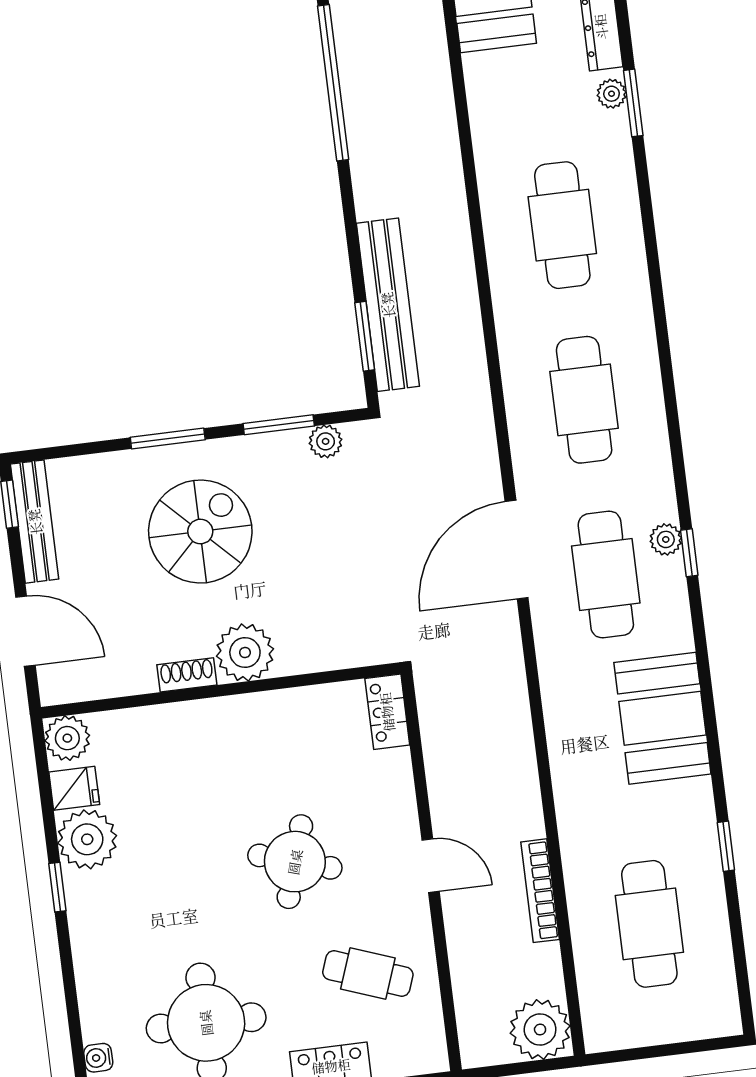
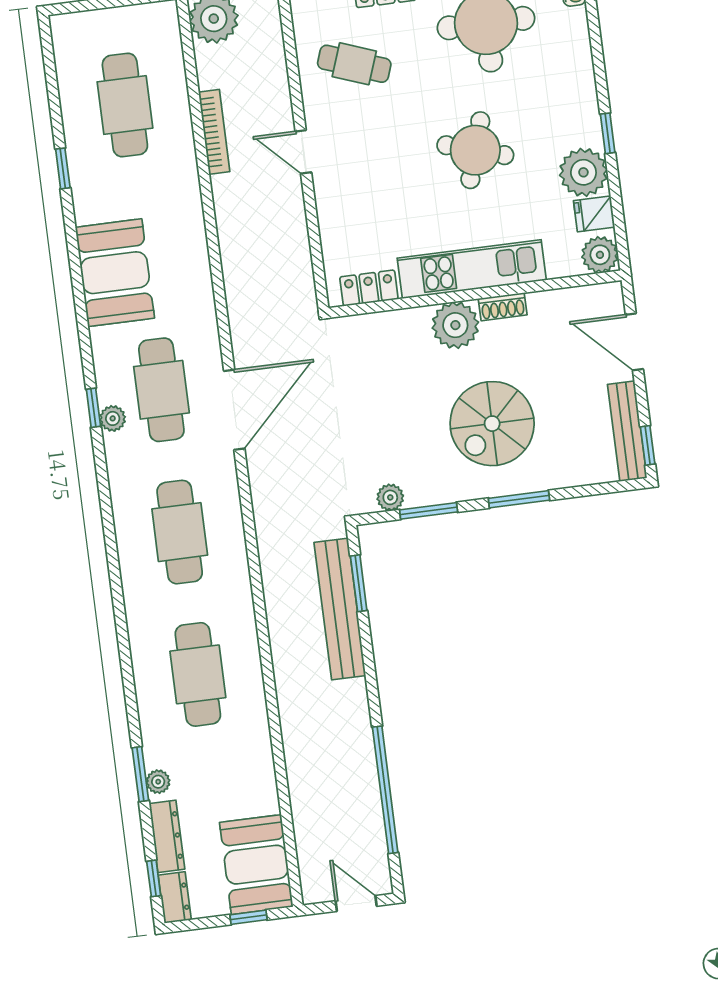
locker: (387, 712) -> (369, 288), moved, turned -90
kitchen unit: (225, 721) -> (472, 269), added
round table: (295, 862) -> (475, 150), moved

